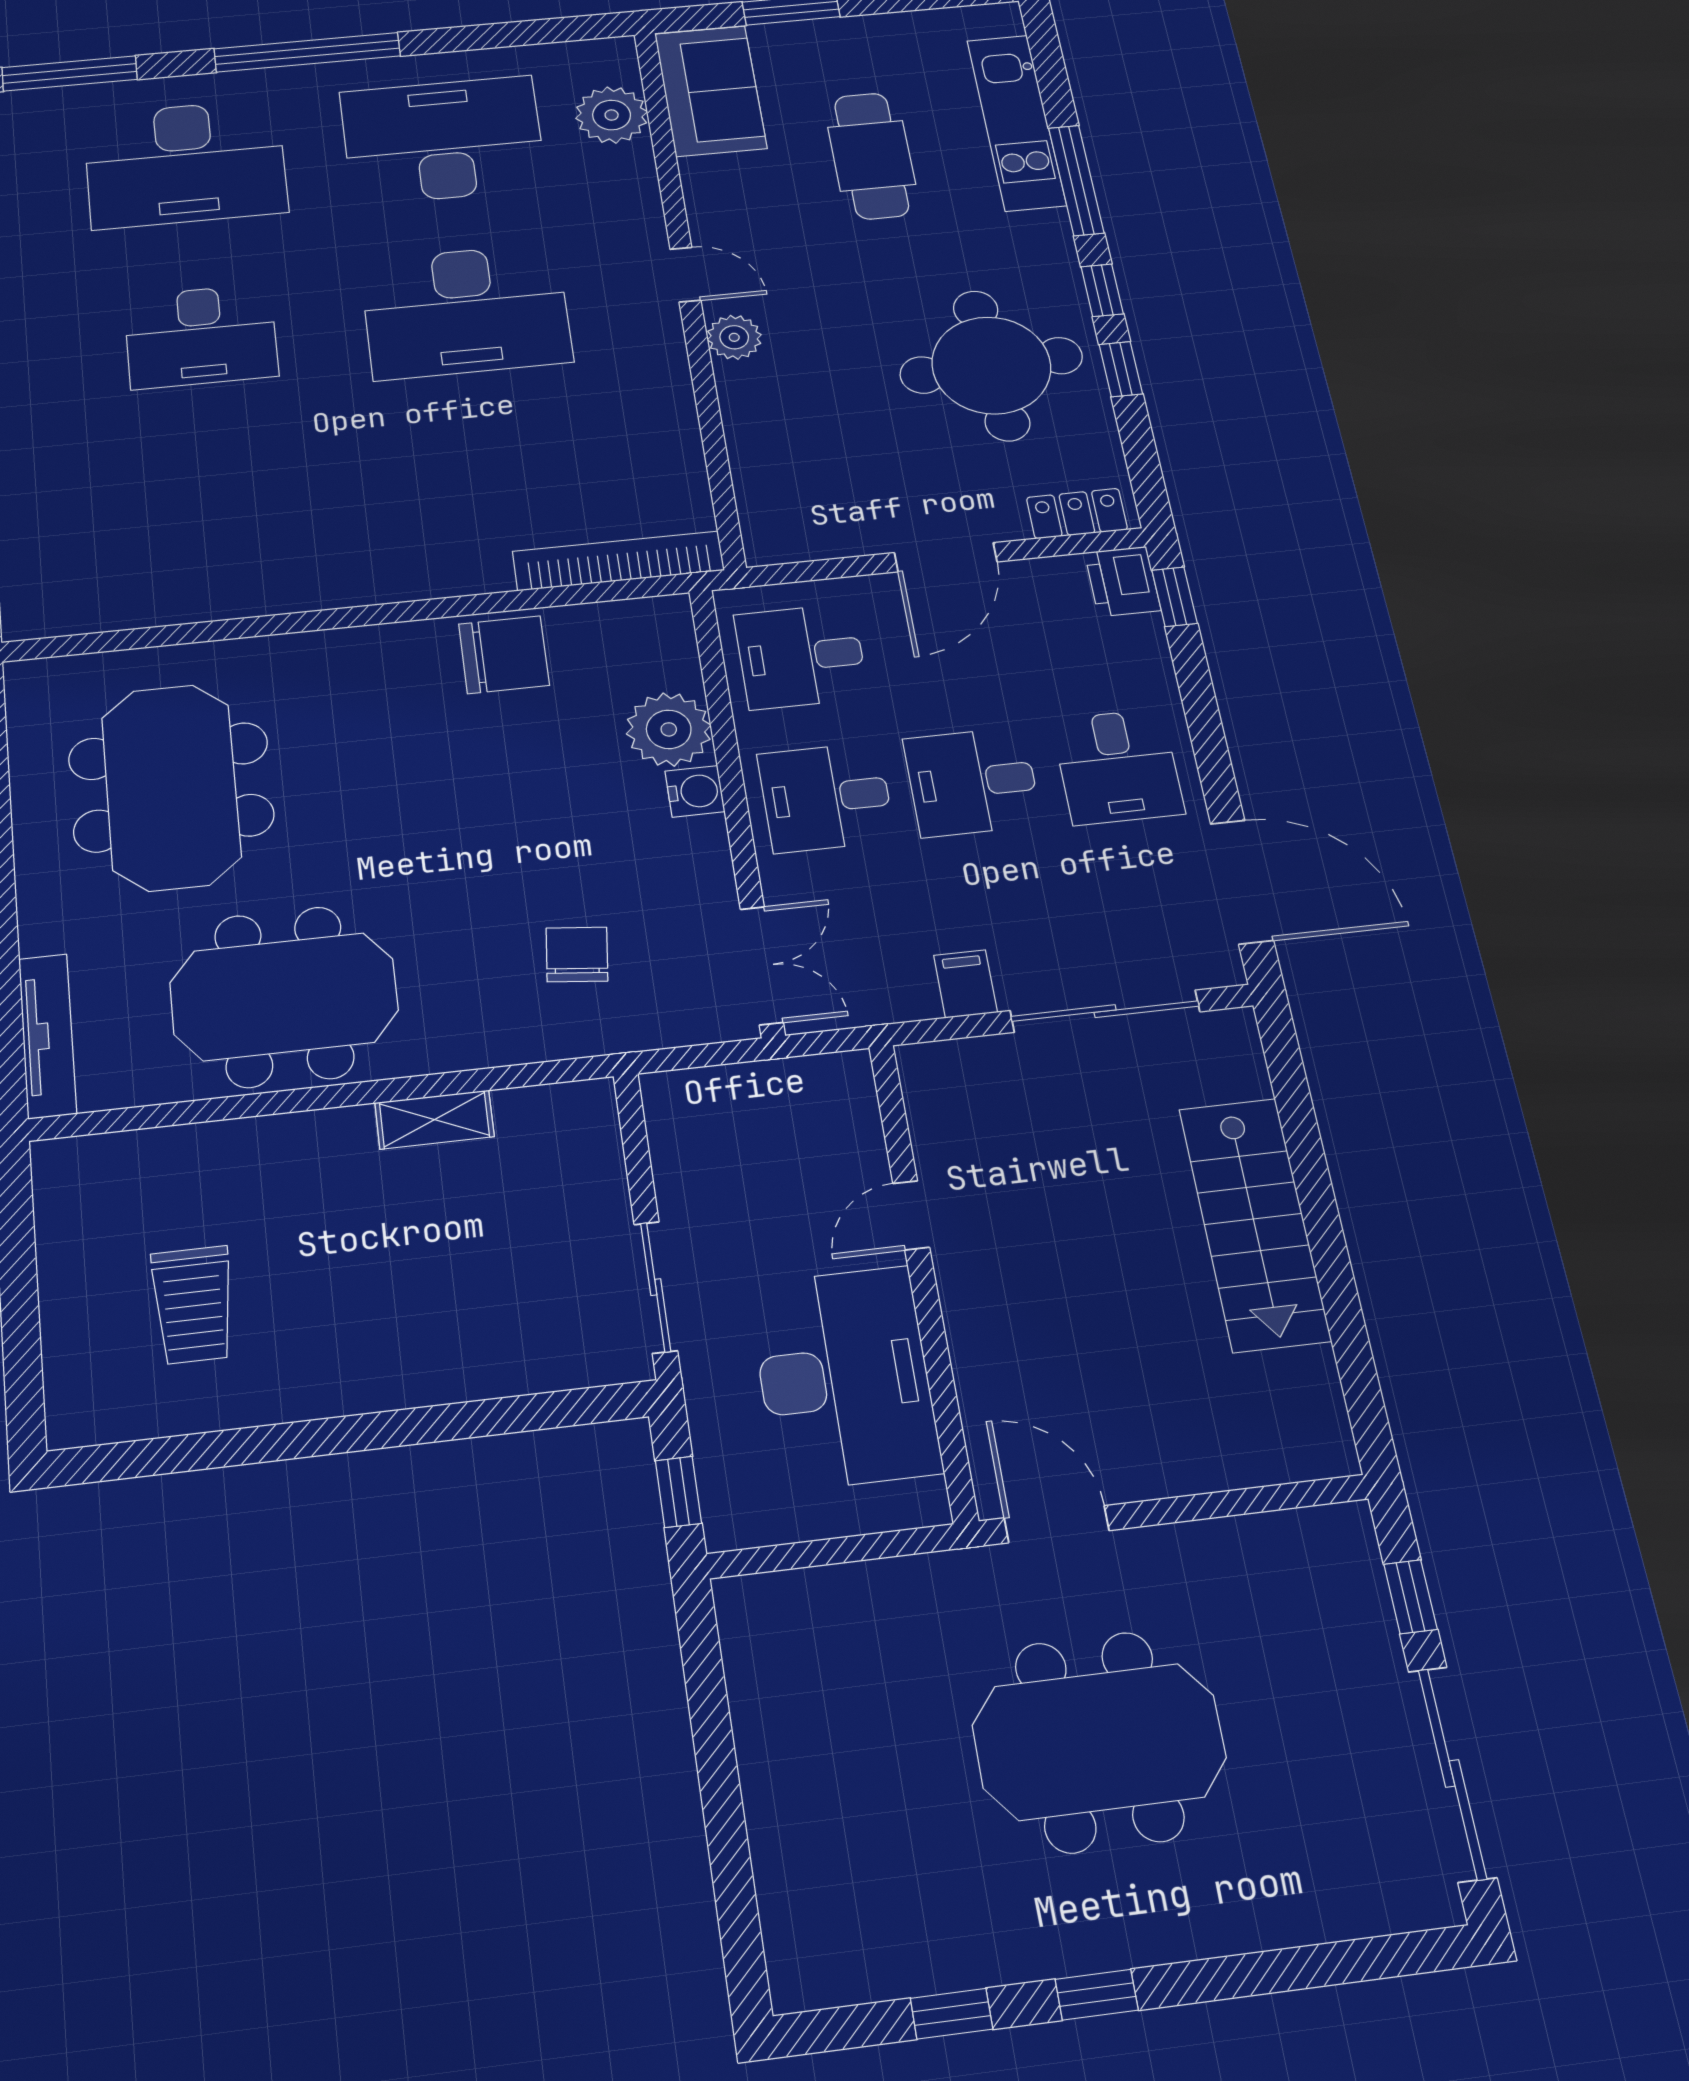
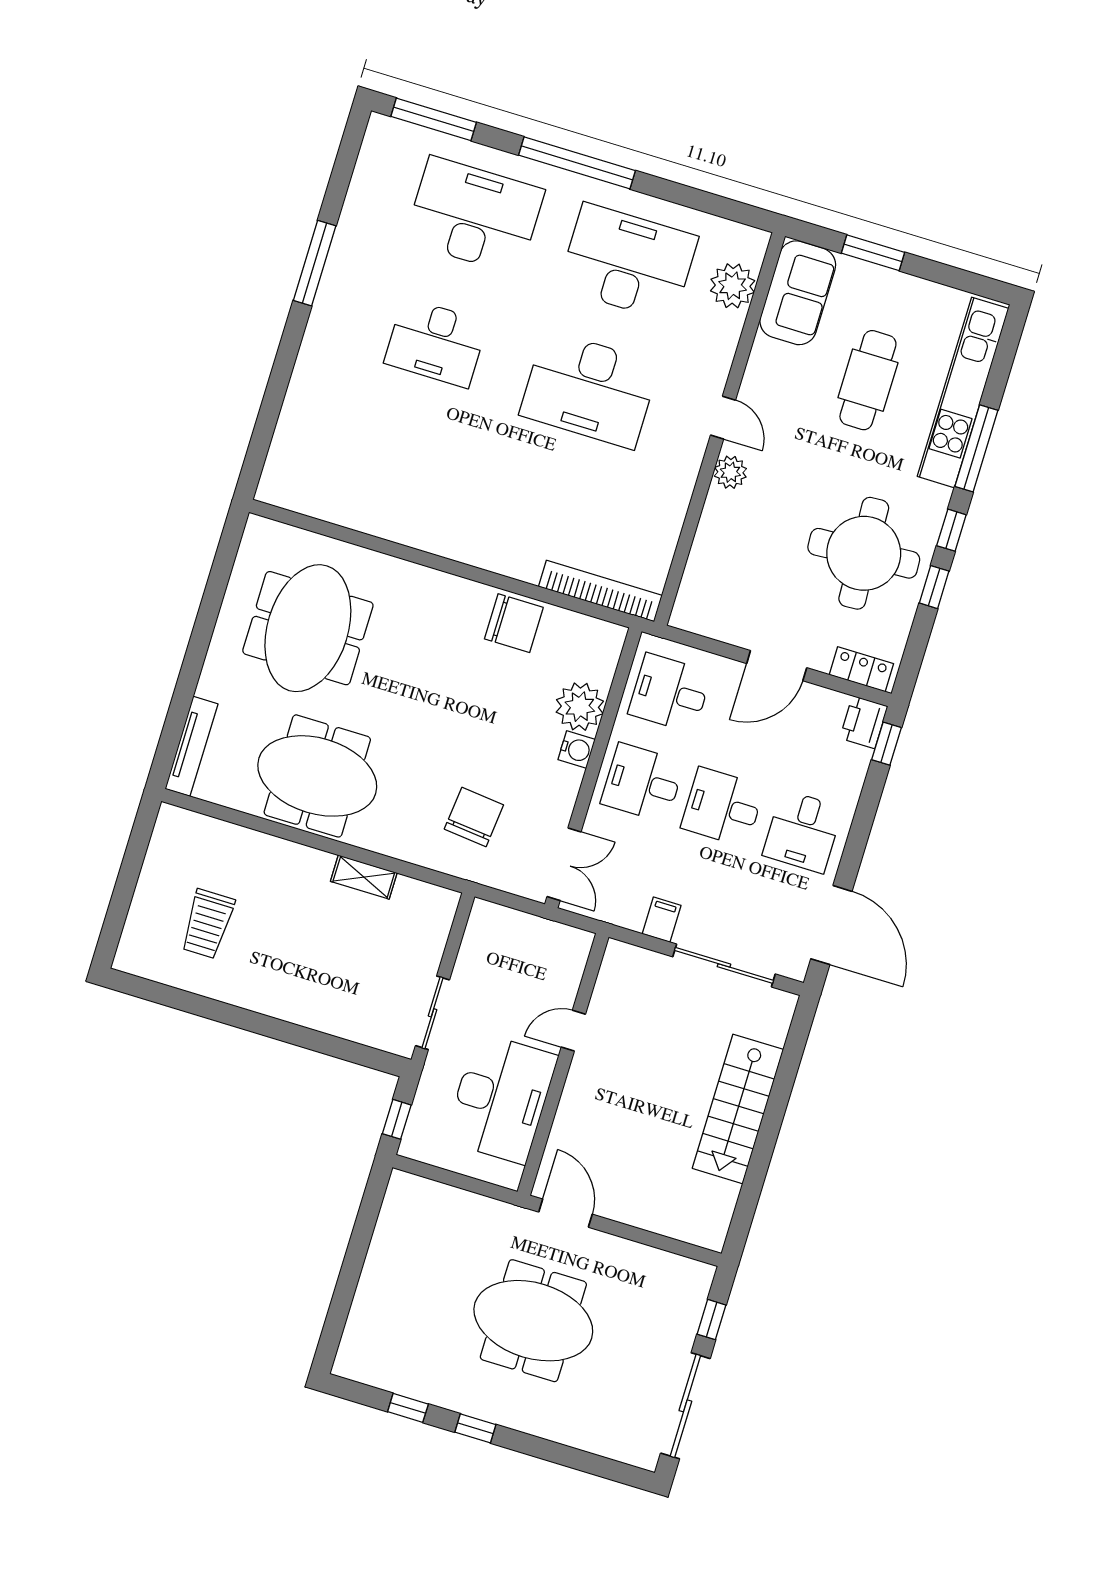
kitchen unit: (1016, 122) -> (963, 392), width x1.36
desk: (185, 164) -> (474, 216), turned 180
chair: (577, 954) -> (474, 817), width x1.37, depth x1.37

